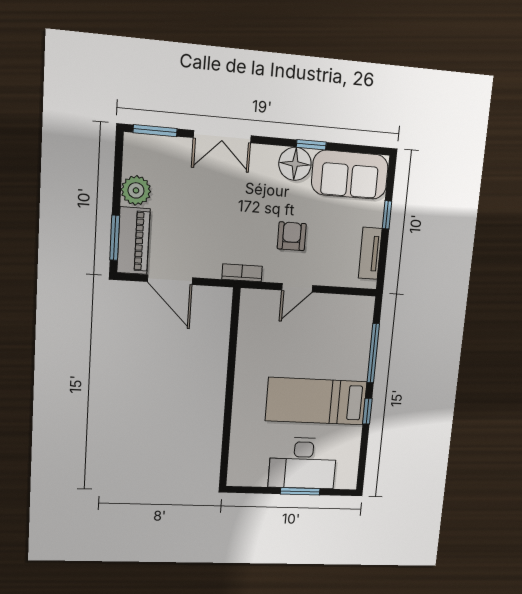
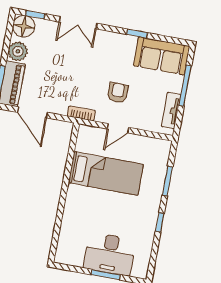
window: (155, 131) -> (35, 15), width x0.67
floor lamp: (295, 164) -> (24, 26), moved
window: (387, 215) -> (185, 86), width x2.17
window: (373, 353) -> (167, 181), width x0.69
bed: (316, 401) -> (106, 173), moved, turned 180

